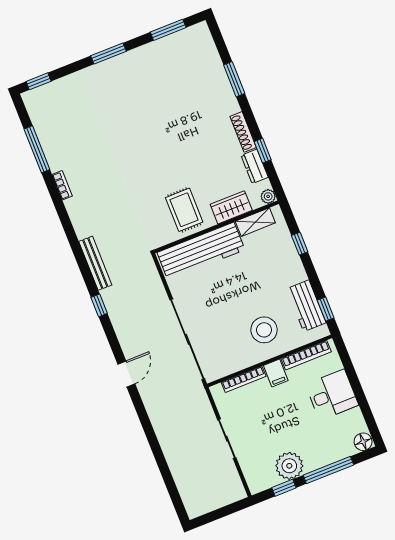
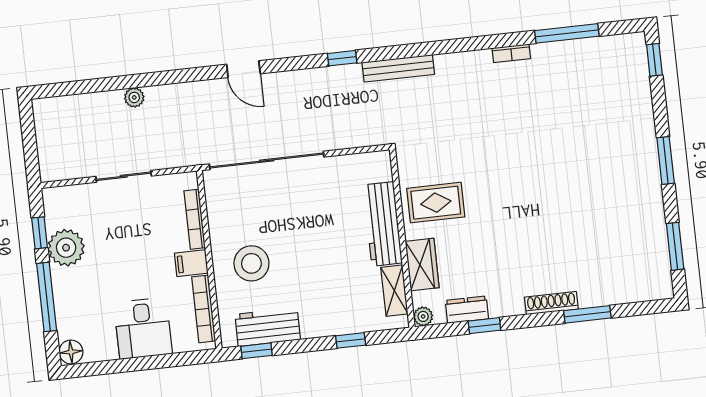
shoe rack: (243, 132) -> (551, 303), moved
workbench: (201, 251) -> (383, 224), width x0.73, depth x0.76
plant: (168, 447) -> (134, 97), added

